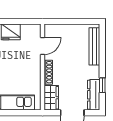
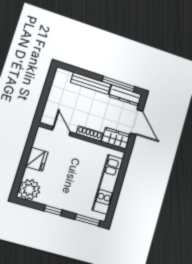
bench: (94, 46) -> (91, 83), moved
window: (102, 85) -> (118, 84), width x2.17

